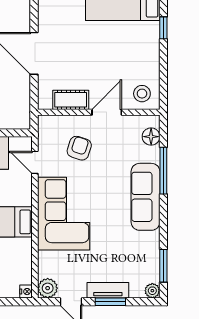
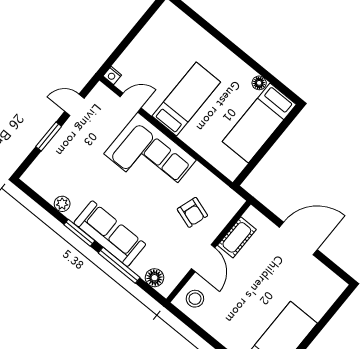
door: (35, 162) -> (131, 102), moved
window: (163, 266) -> (79, 233), moved
plant: (48, 288) -> (101, 95), removed
tv unit: (108, 290) -> (59, 142), removed
plant: (152, 291) -> (62, 204), moved

